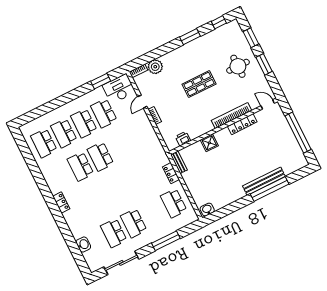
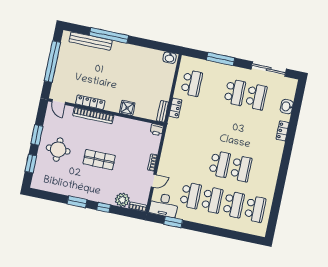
window: (219, 22) -> (104, 207), moved
printer: (183, 139) -> (157, 130), moved
bench: (264, 181) -> (91, 41), moved
locker: (61, 203) -> (283, 131), moved

